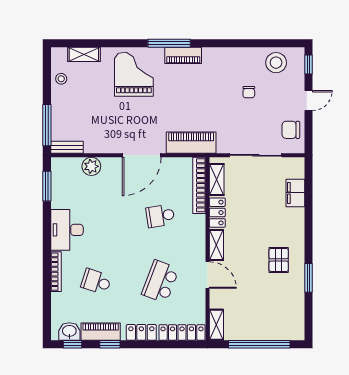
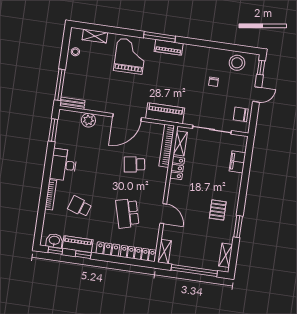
shelving: (216, 245) -> (226, 255), moved
school desk: (160, 282) -> (127, 213), turned -36

